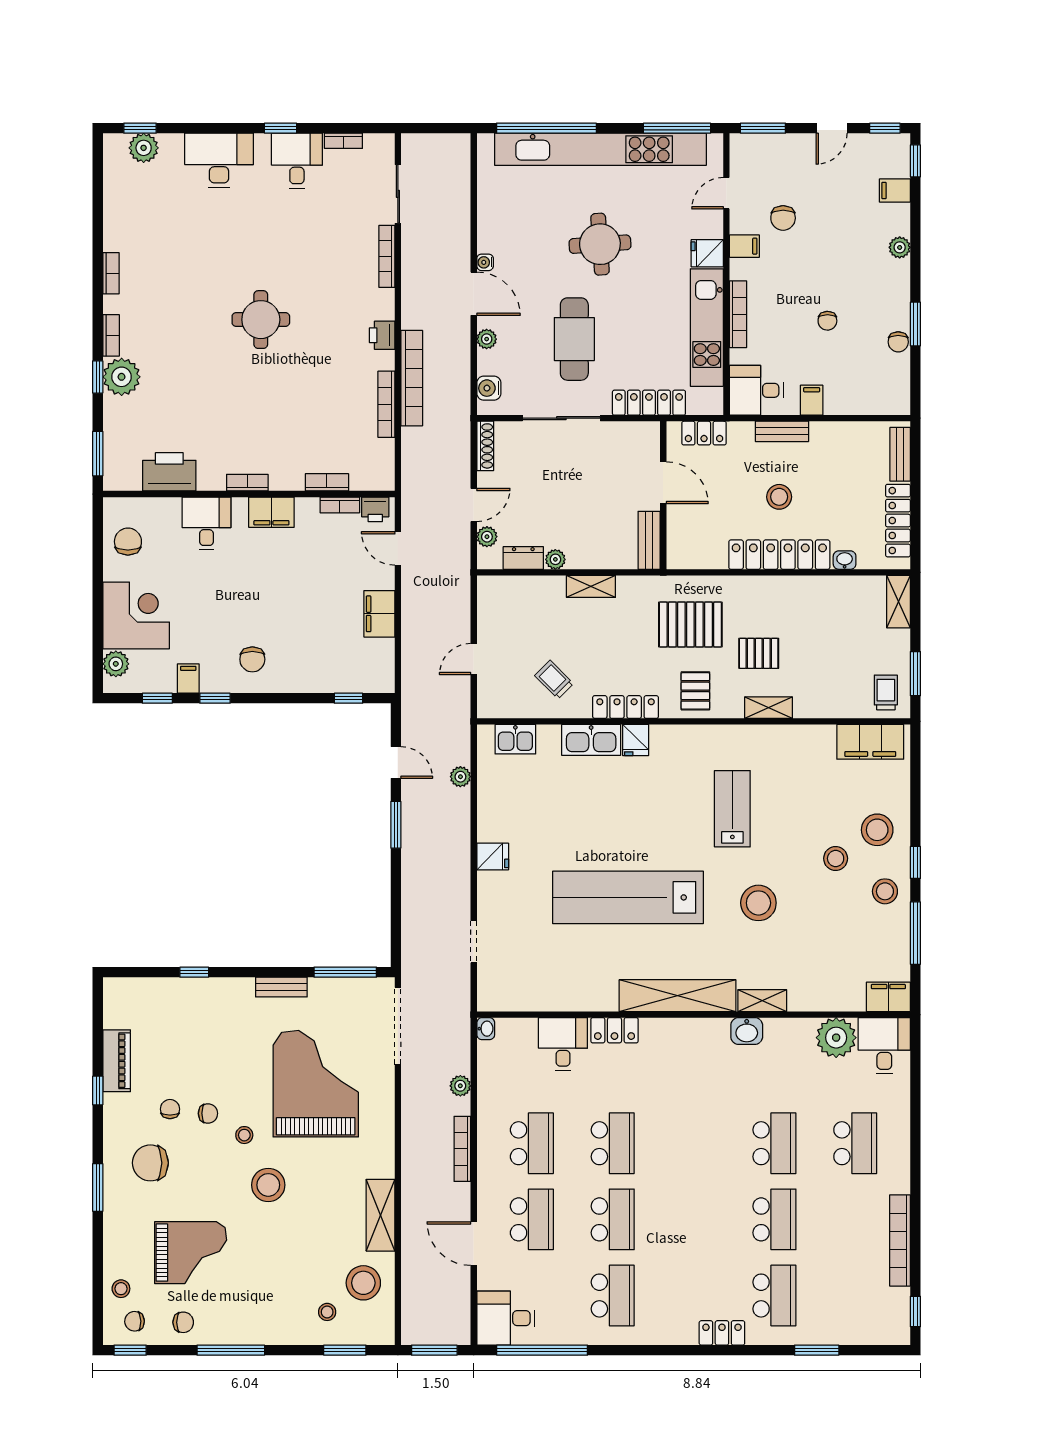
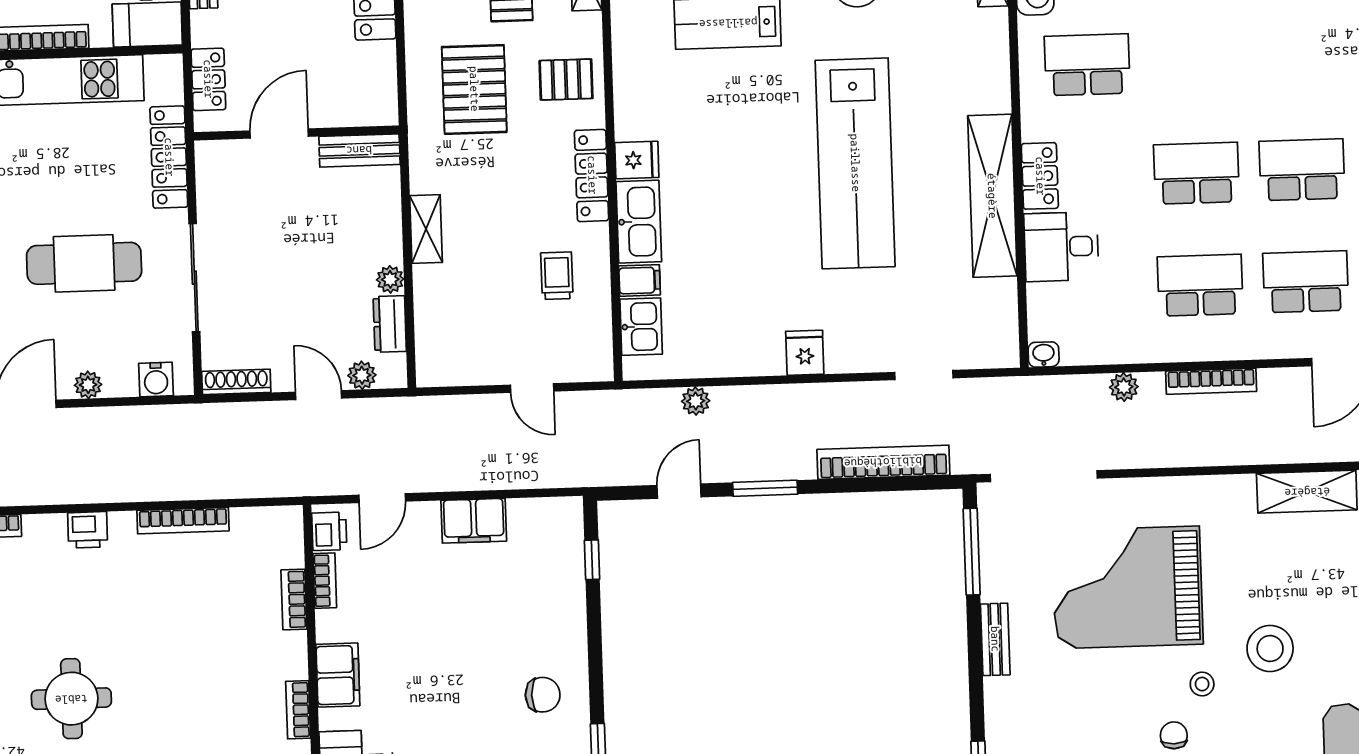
bookcase: (412, 378) -> (883, 462), moved
trolley: (554, 680) -> (557, 276), turned 135
filing cabinet: (549, 739) -> (640, 280), added
shelving: (678, 996) -> (992, 196), moved
school desk: (694, 1067) -> (1087, 65), added

